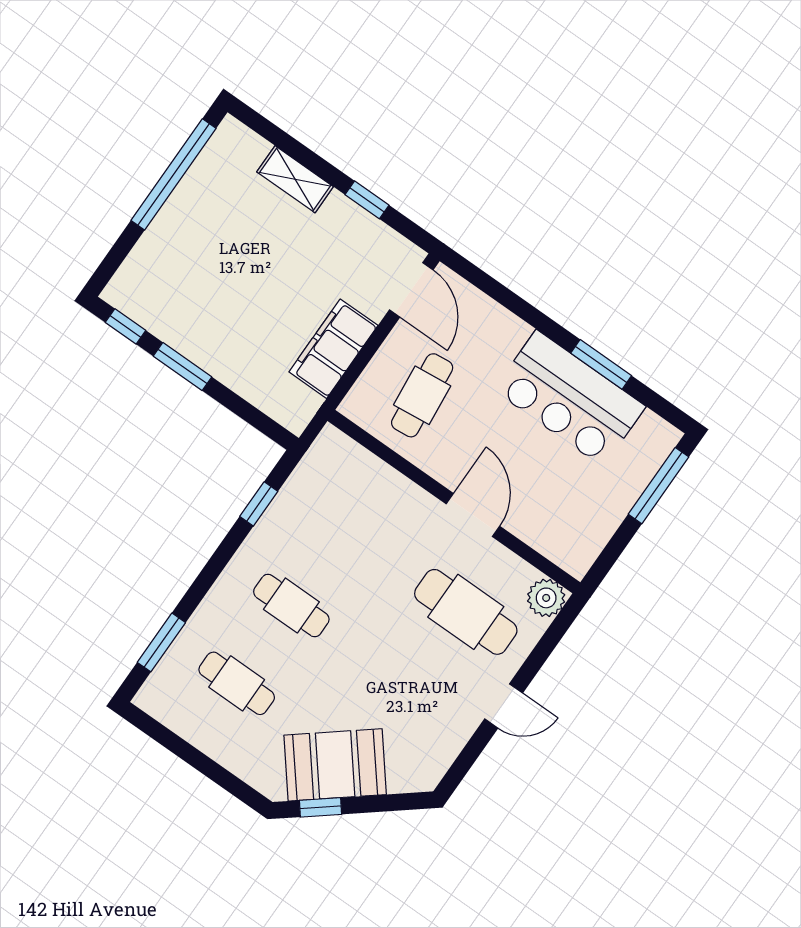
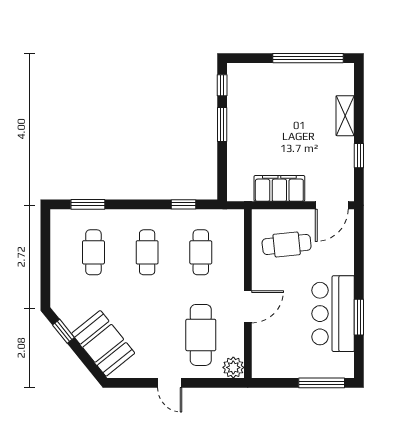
cafe table: (346, 528) -> (201, 252), added
booth: (335, 765) -> (103, 343), moved

